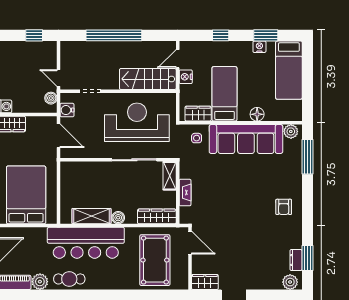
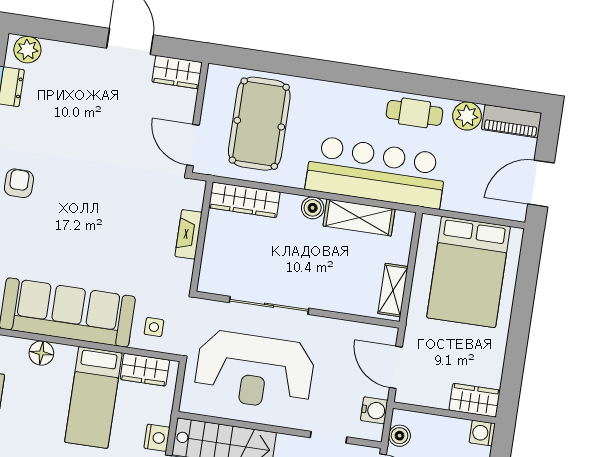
shelving: (170, 176) -> (393, 290), moved

